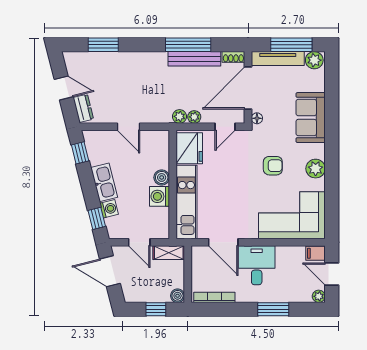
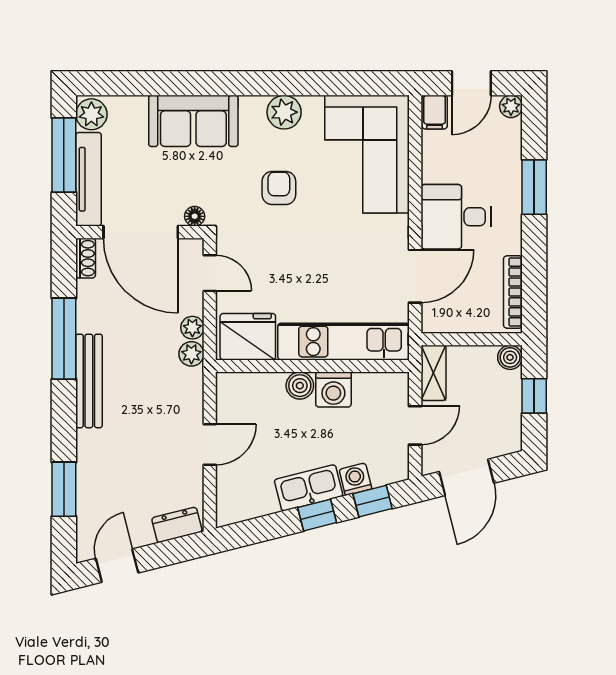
bench: (194, 59) -> (89, 381), moved
door: (64, 88) -> (117, 566), moved
window: (80, 153) -> (317, 515), moved

